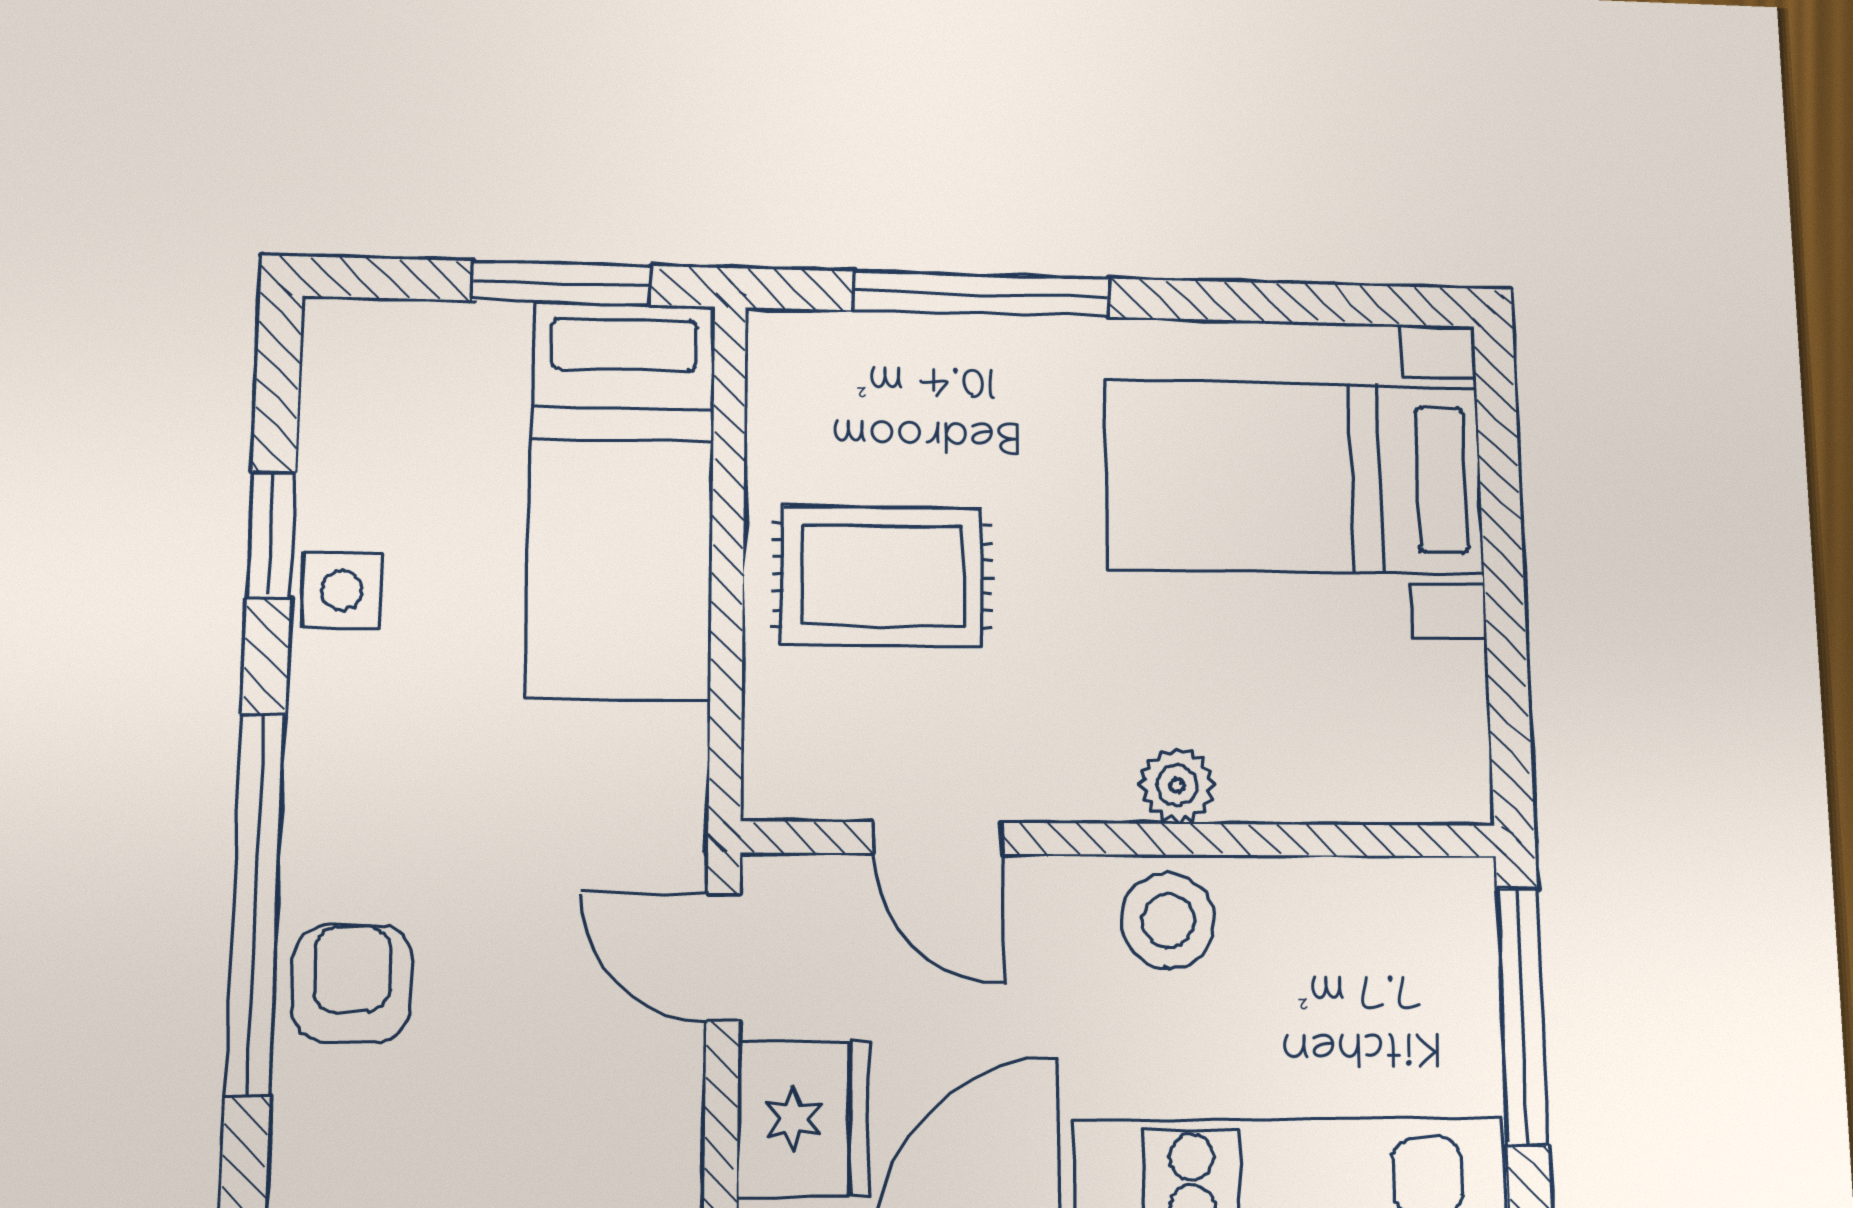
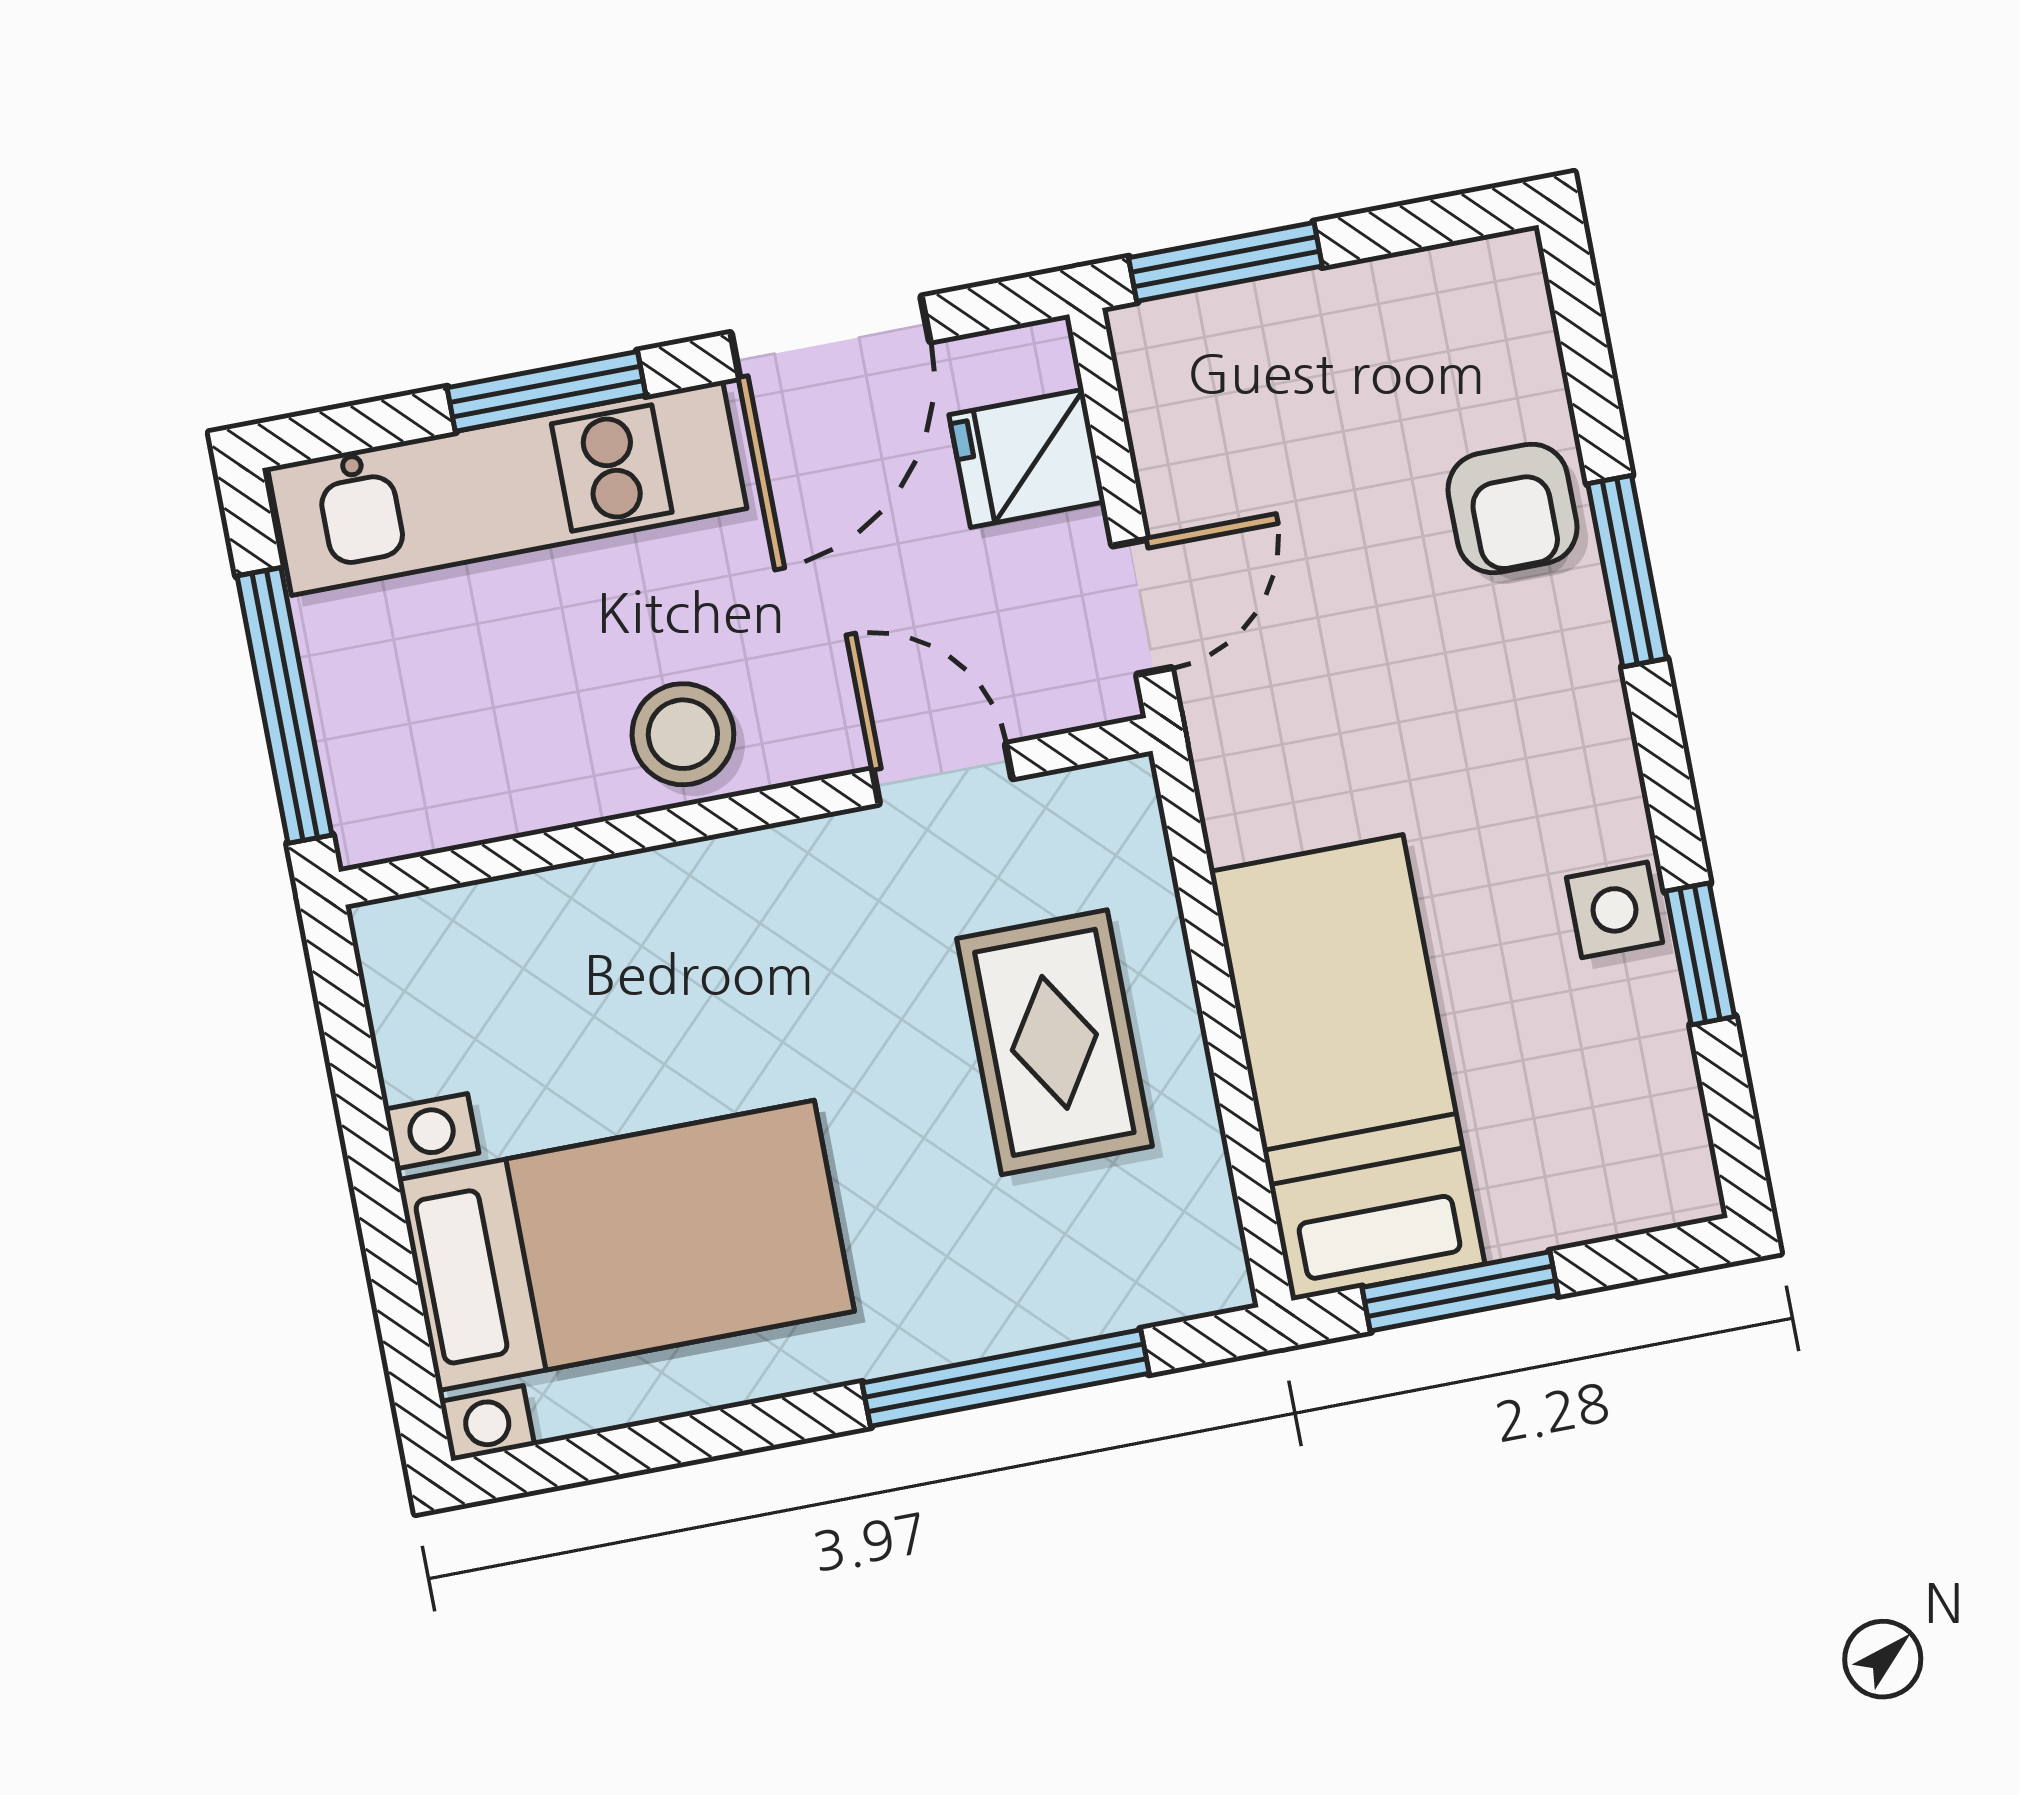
rug: (882, 576) -> (1054, 1042), turned 90
plant: (1177, 785) -> (698, 880), removed
window: (256, 902) -> (1627, 571), width x0.47
door: (723, 957) -> (1142, 607), hinge flipped
fridge: (803, 1119) -> (1027, 458), width x0.72

